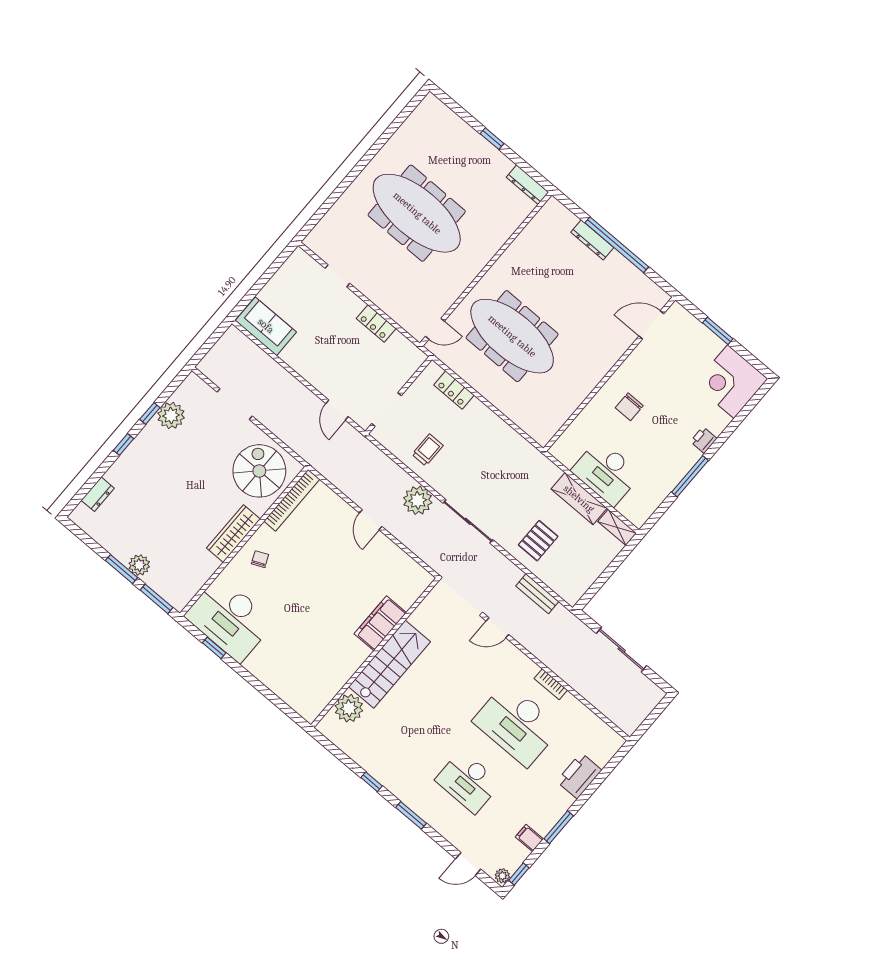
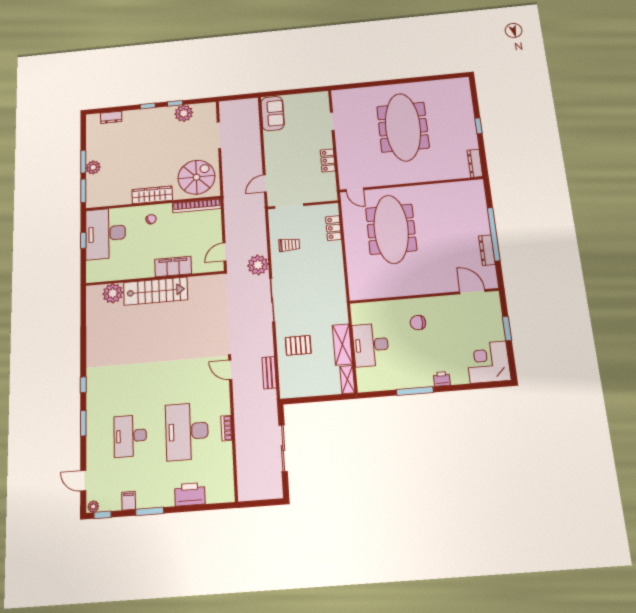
dresser: (592, 240) -> (487, 250), moved
filing cabinet: (380, 623) -> (173, 266), moved
wall: (375, 653) -> (155, 278), moved
stairs: (389, 664) -> (156, 291), moved
plant: (349, 708) -> (113, 293), moved

